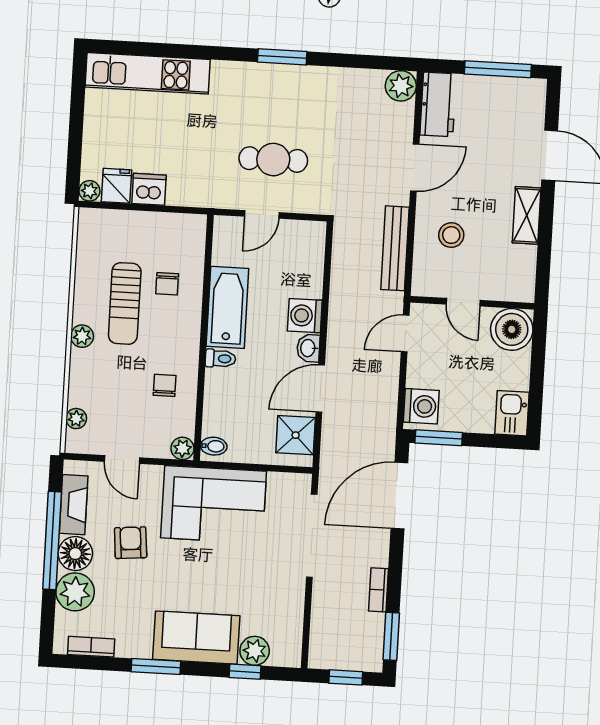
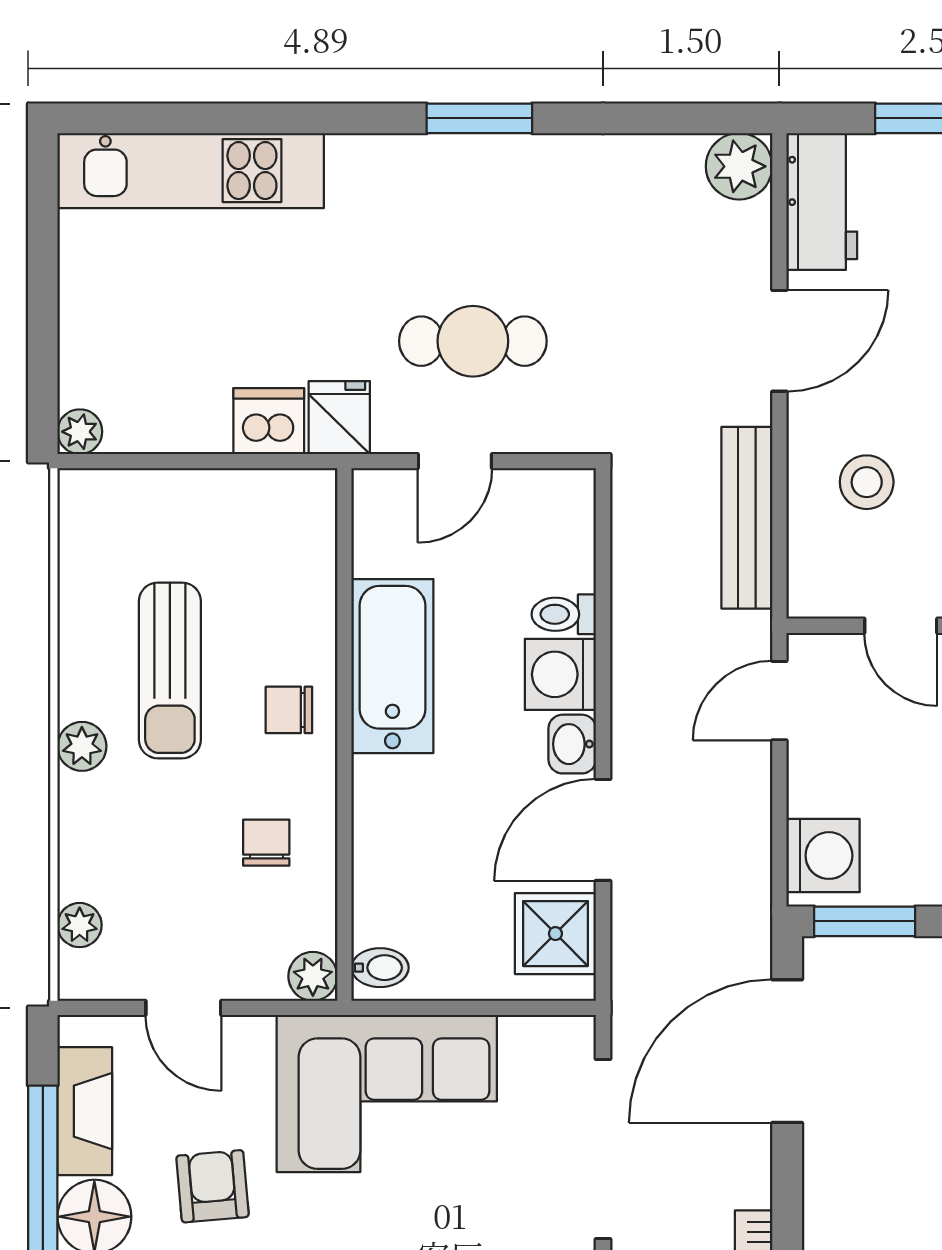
fridge: (116, 186) -> (339, 418), moved
dishwasher: (149, 189) -> (269, 421), moved
chair: (167, 284) -> (289, 710), moved, turned 90
toilet: (220, 359) -> (564, 614), moved, turned 180

